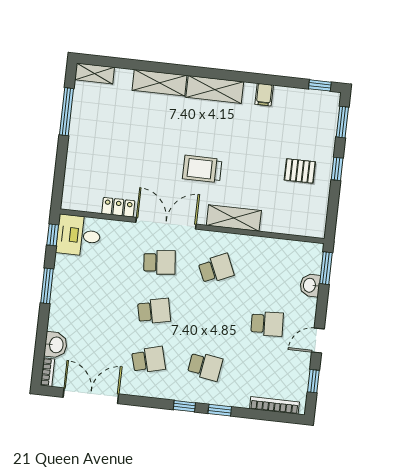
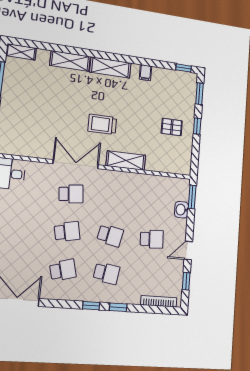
locker: (118, 207) -> (39, 152), removed
school desk: (216, 269) -> (110, 235), moved, turned 36

